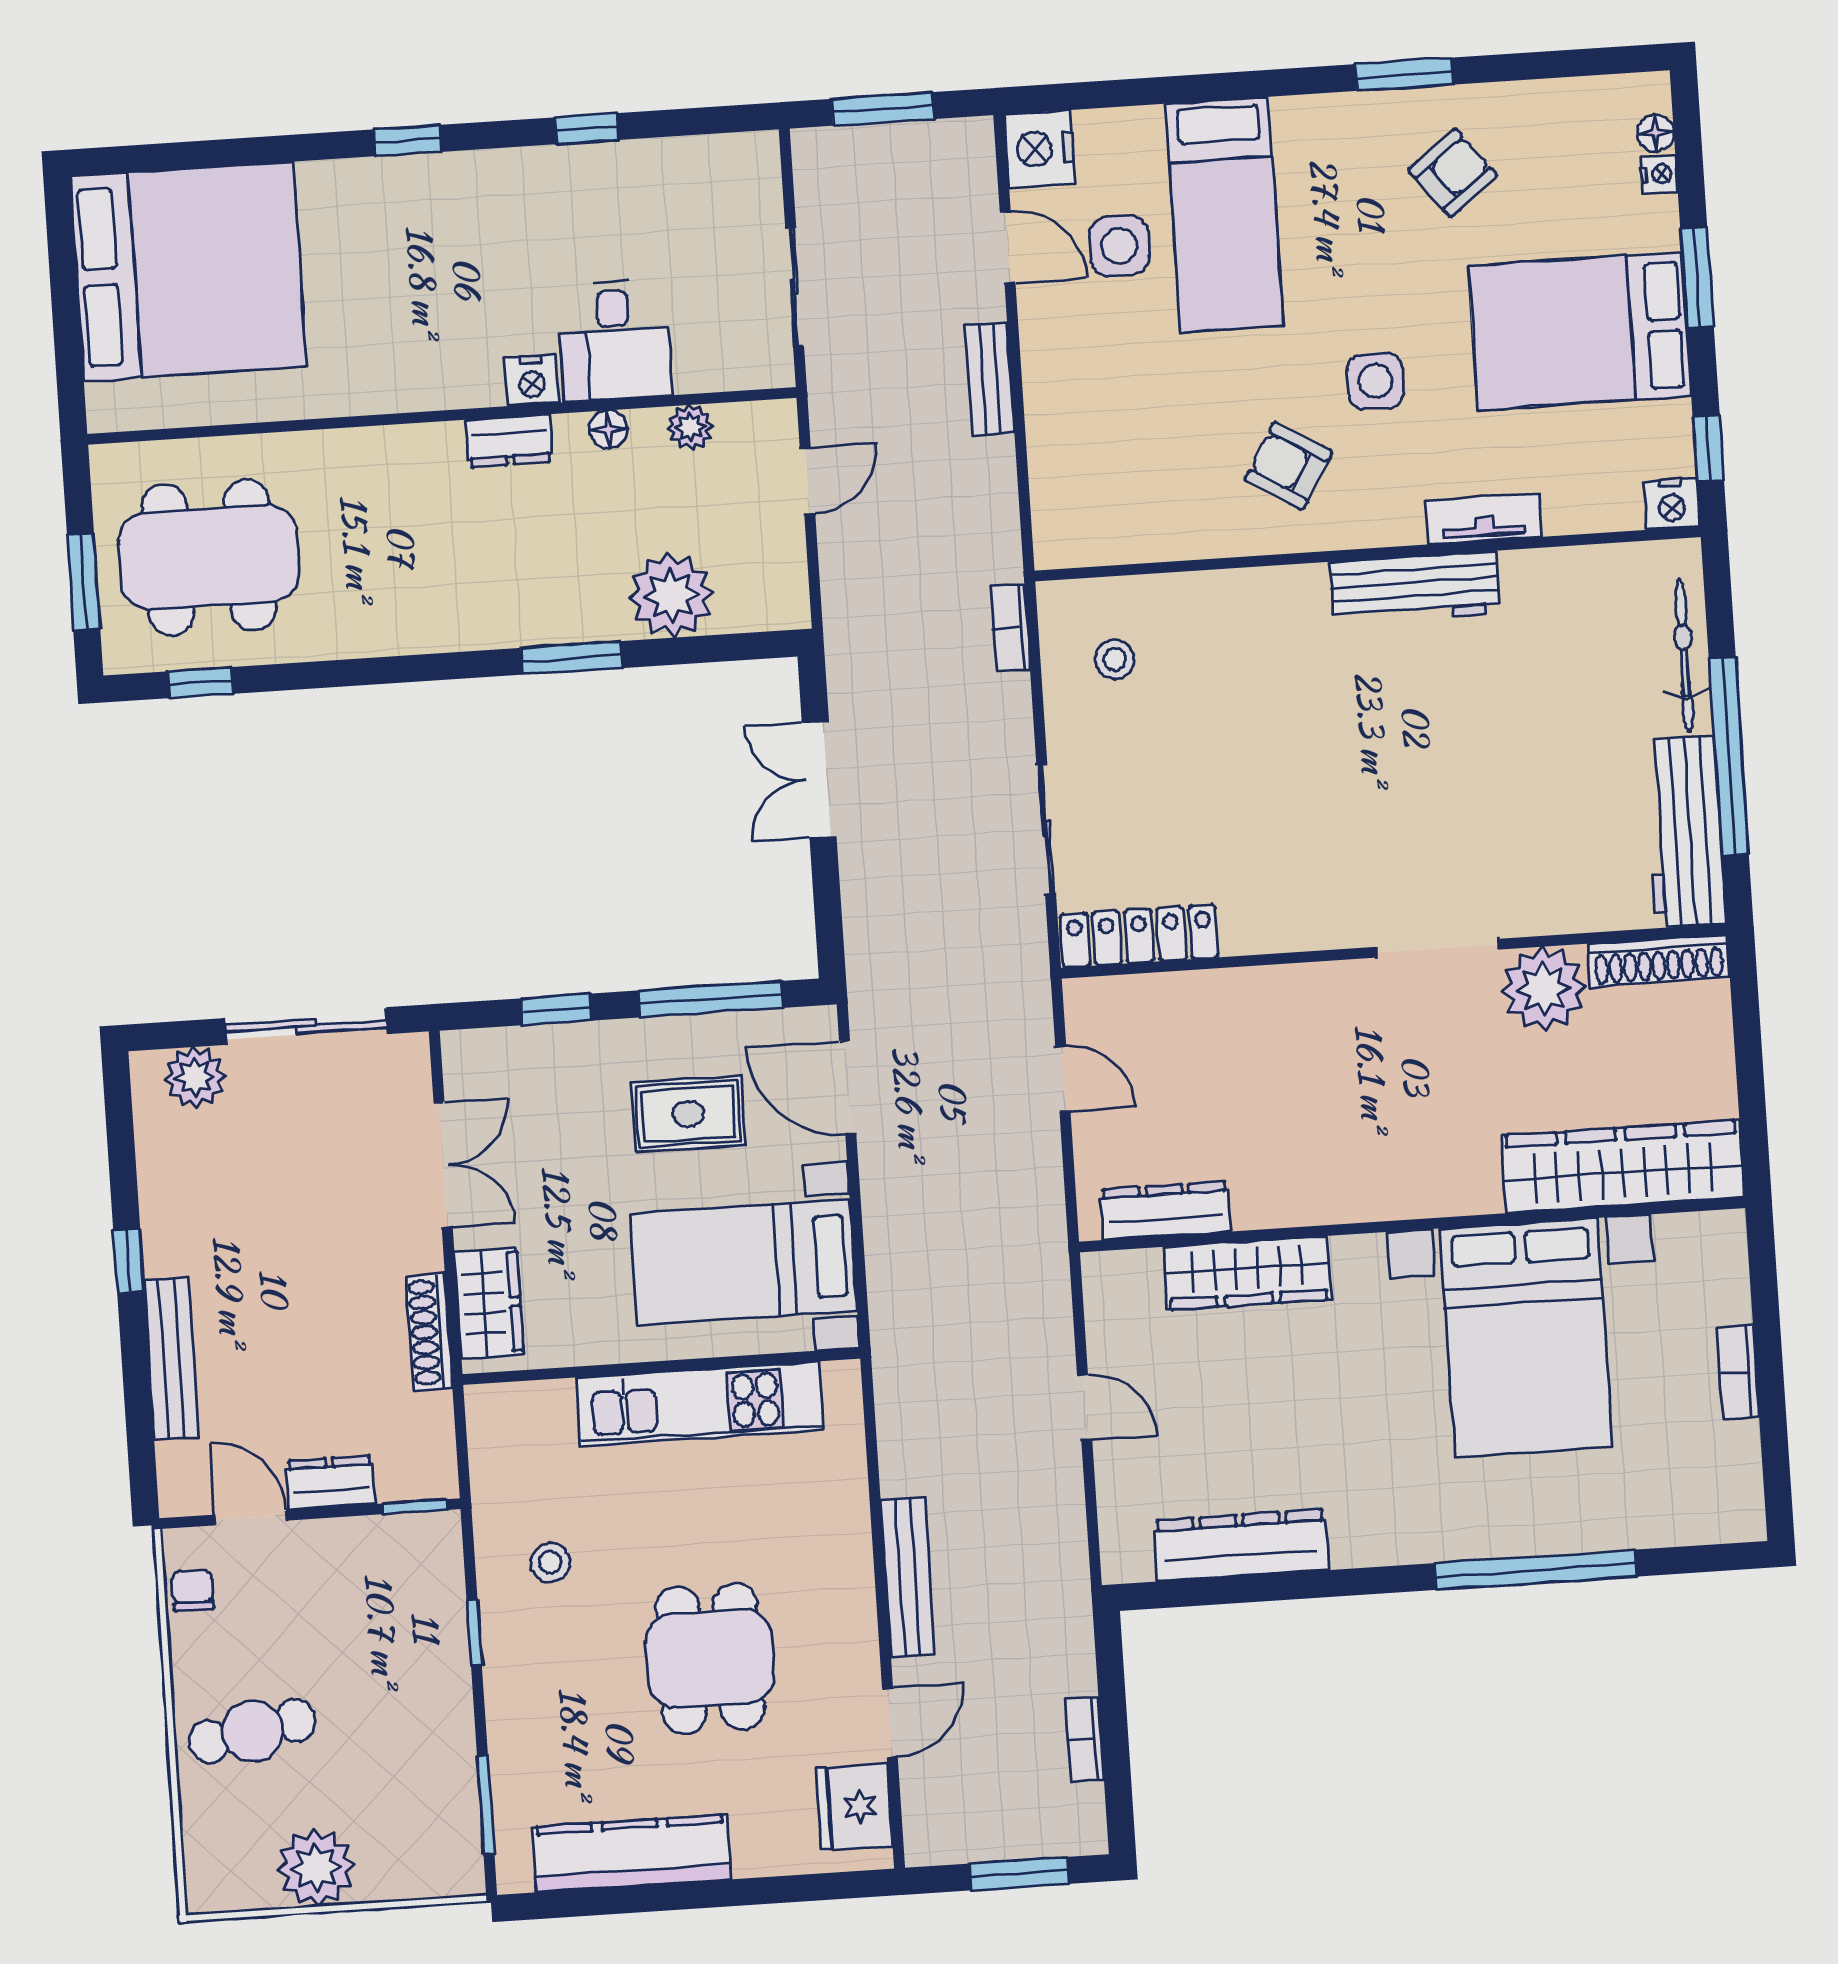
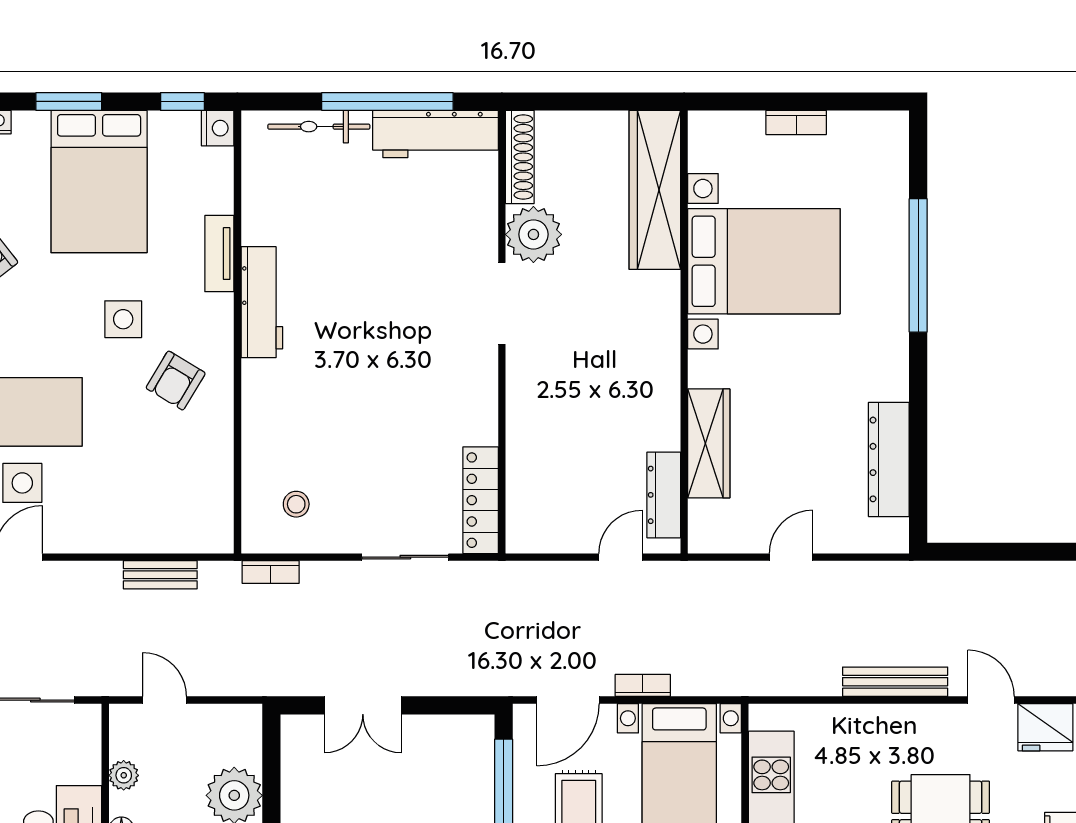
bench: (990, 379) -> (160, 575), moved
door: (1063, 1079) -> (620, 557), moved
bookcase: (1085, 1739) -> (643, 685), moved, turned 180

